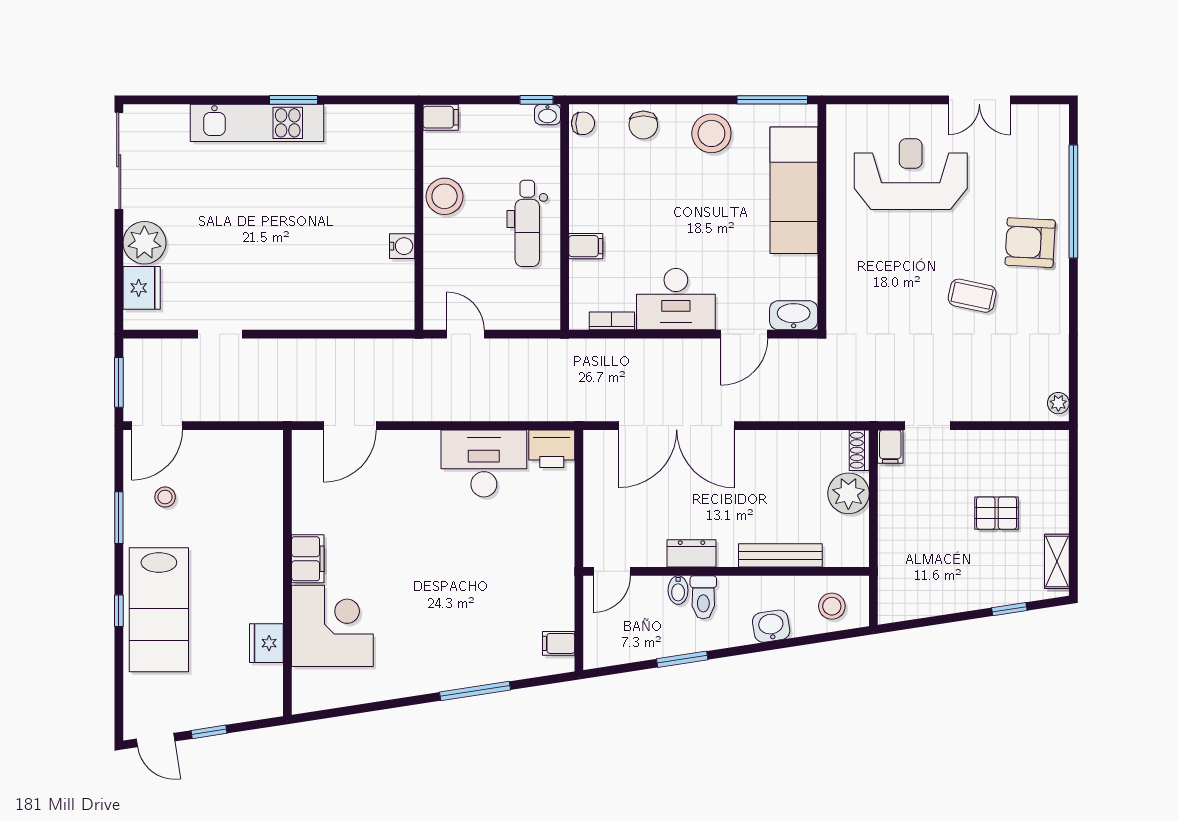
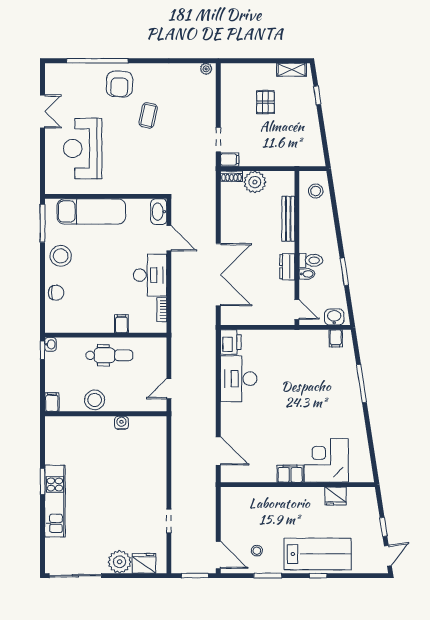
chair: (583, 123) -> (55, 325), removed
washbasin: (771, 626) -> (334, 317), moved, turned 99

